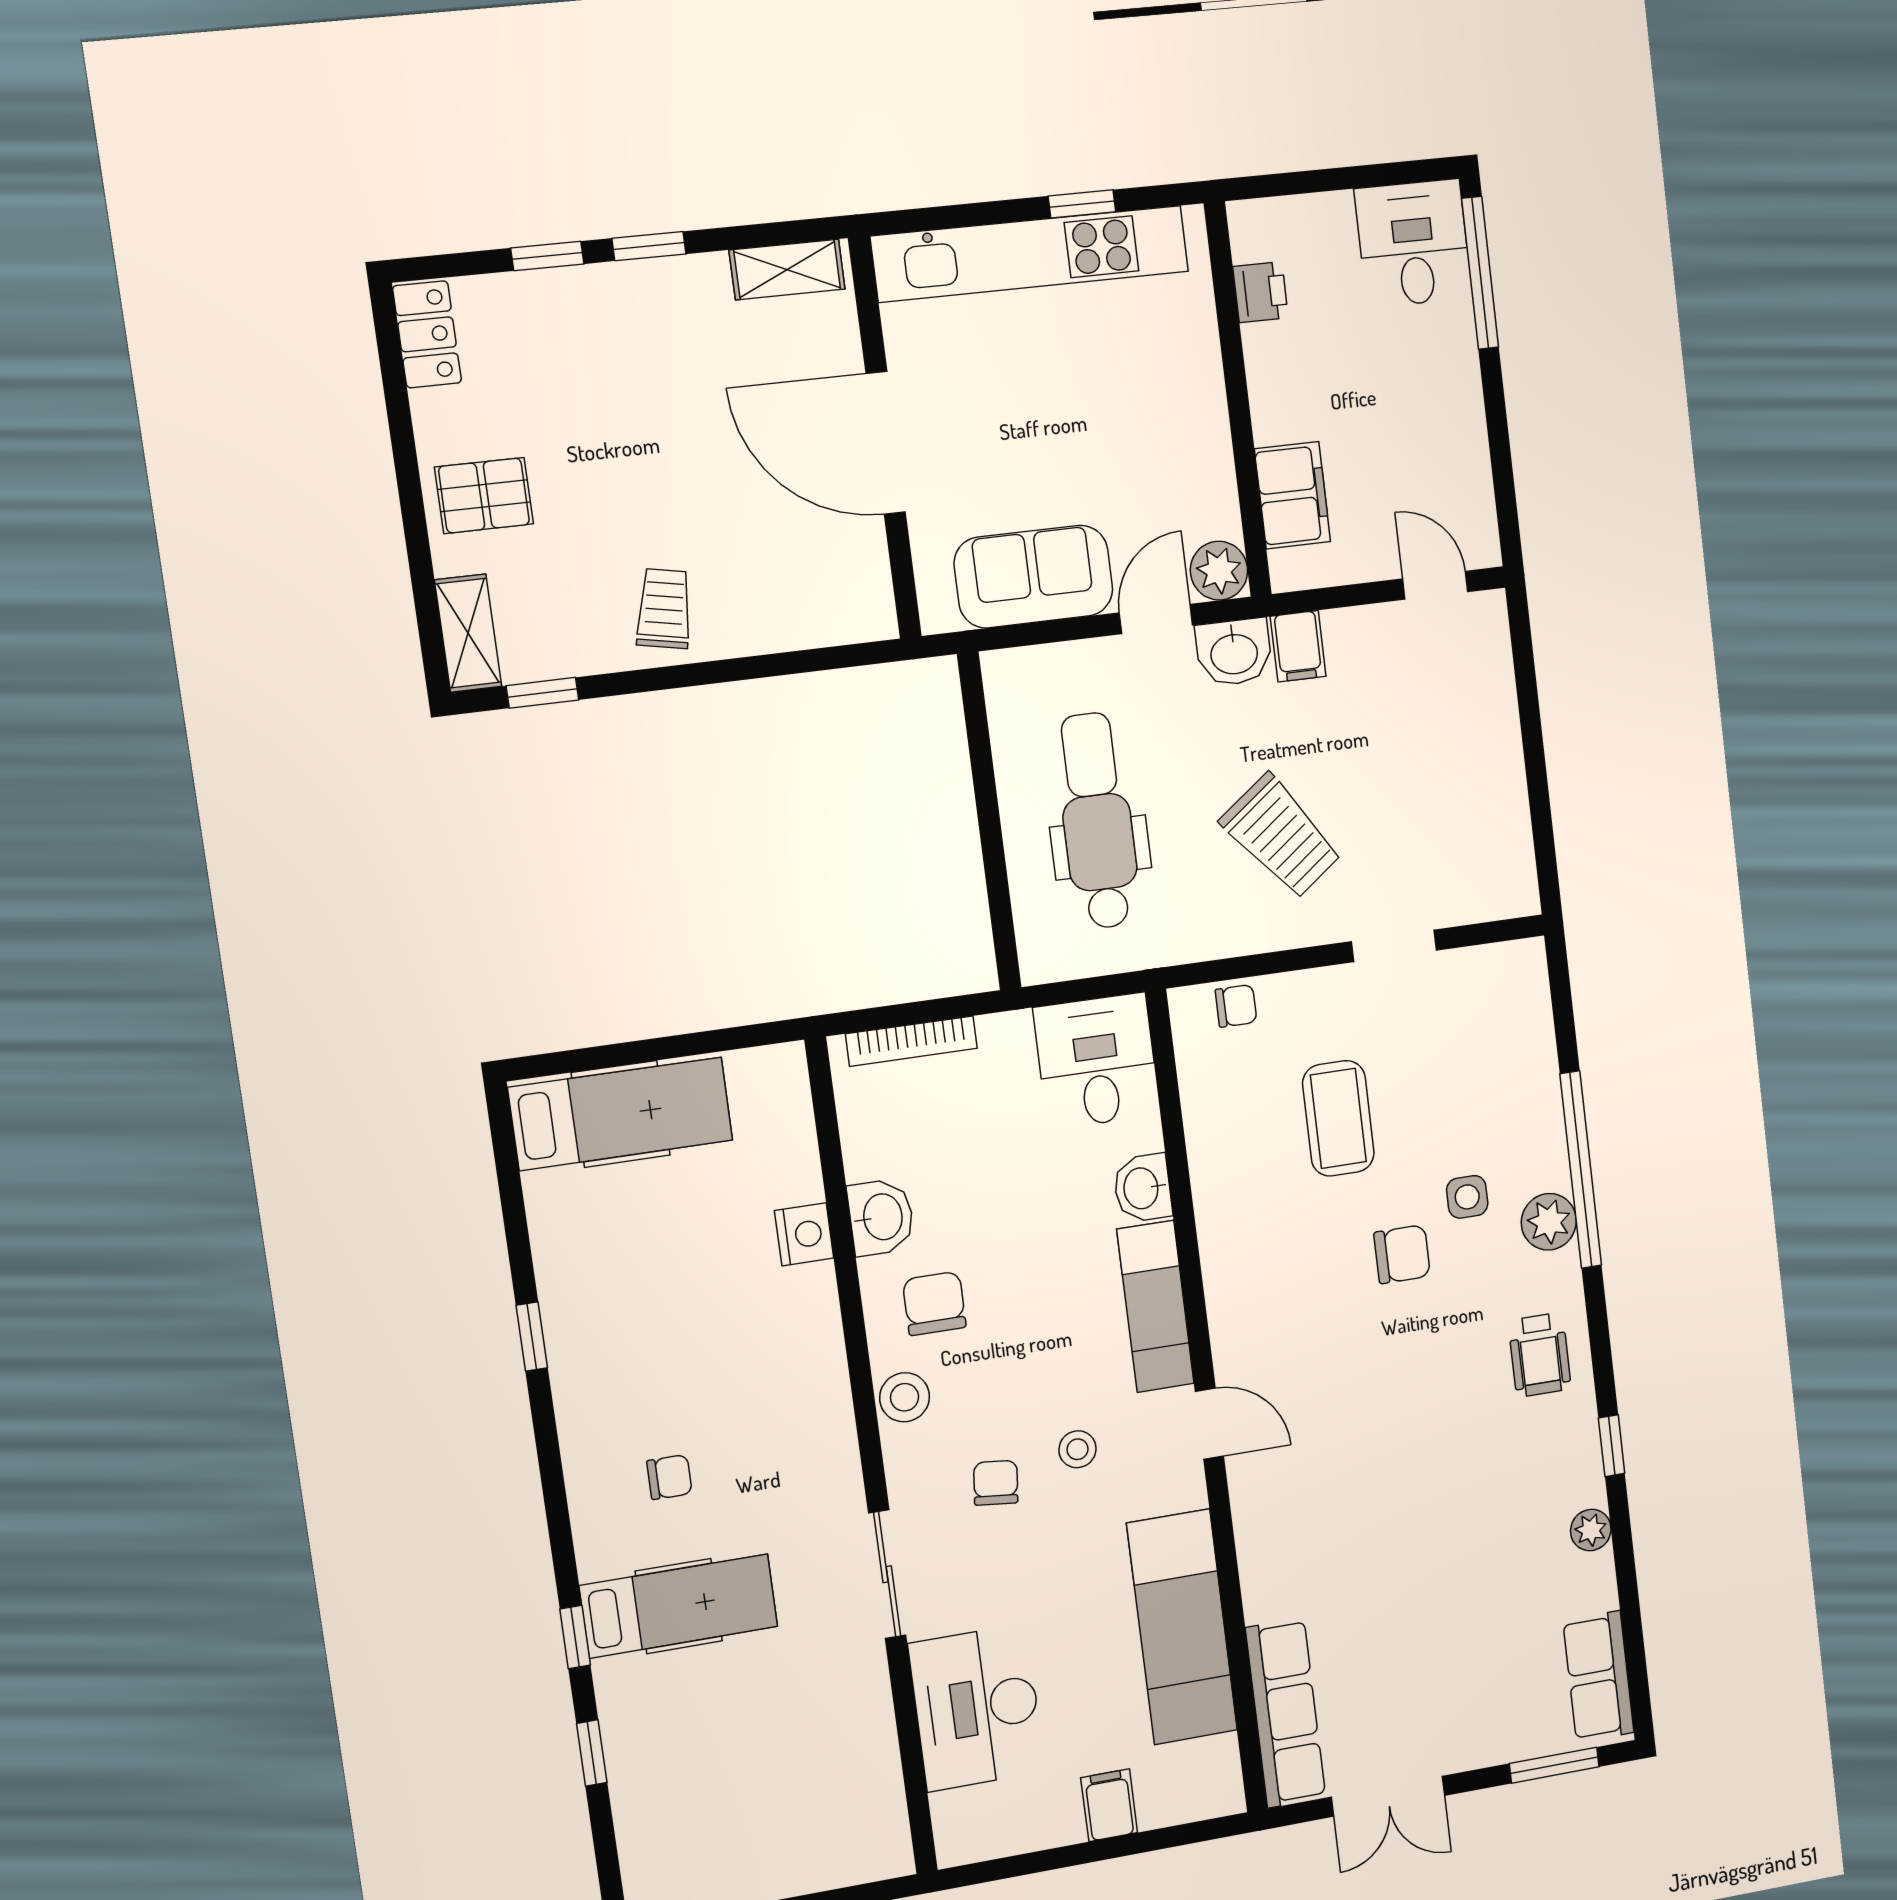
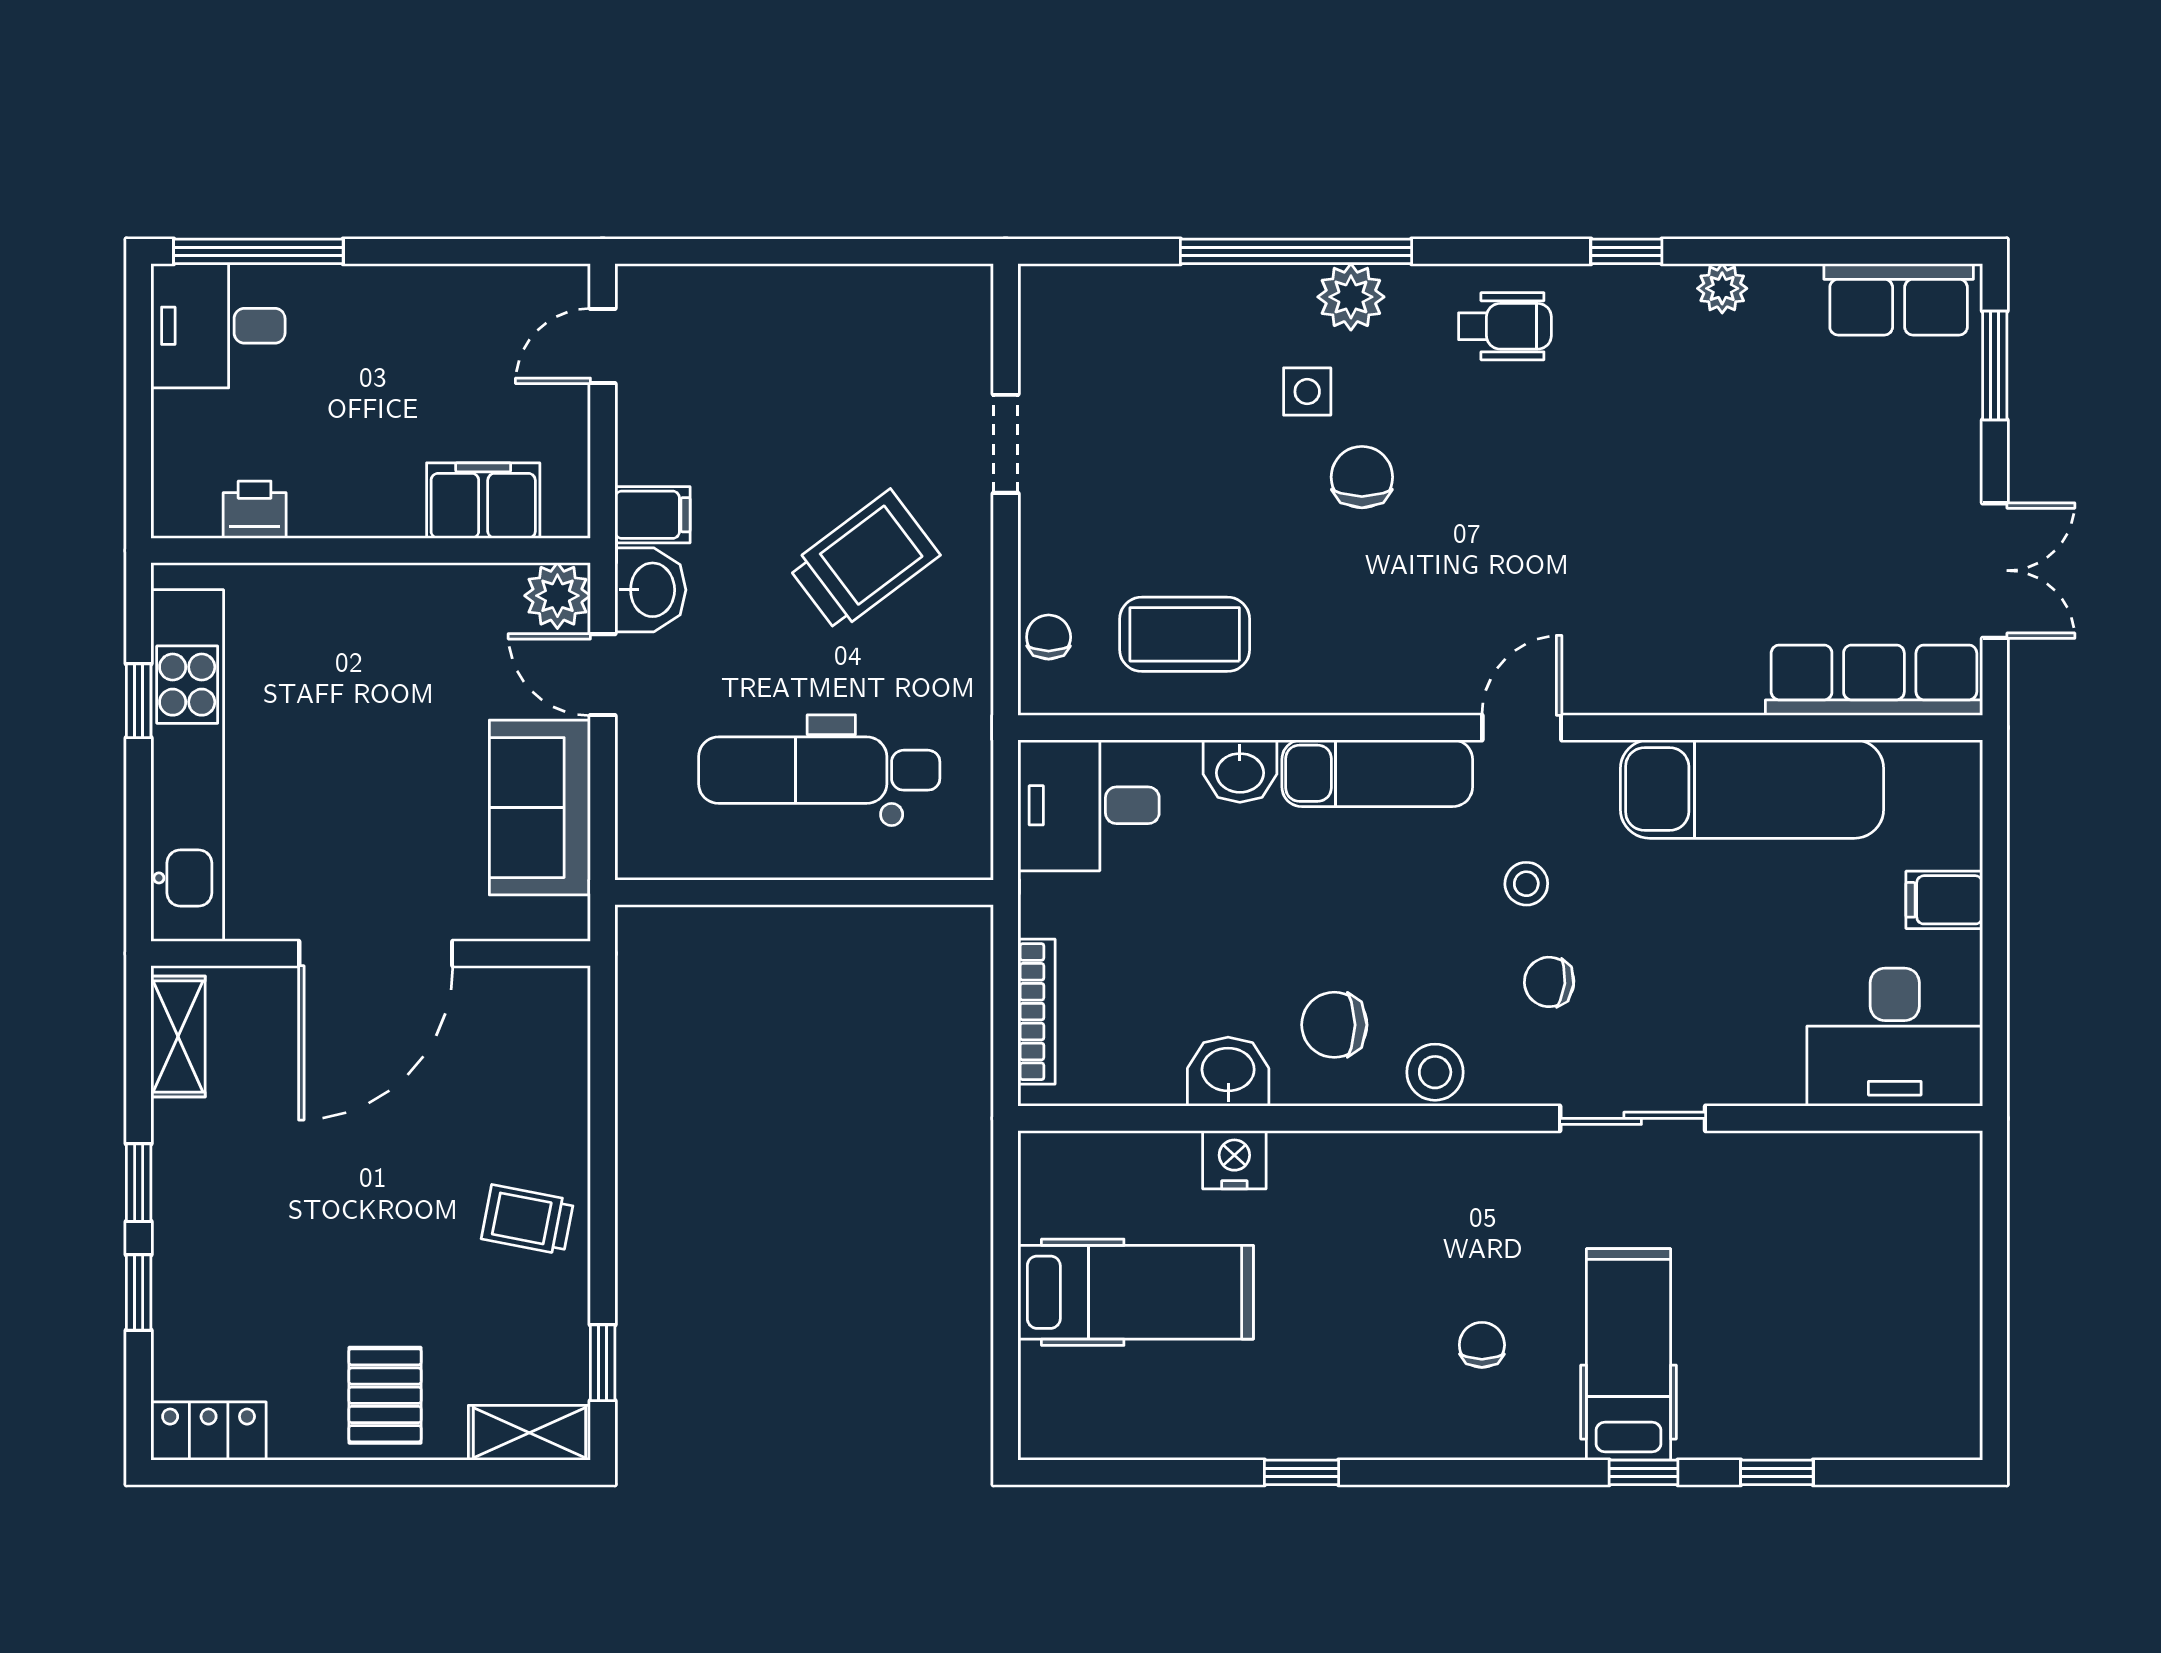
hospital bed: (621, 1114) -> (1136, 1292), moved, turned 90
coffee table: (1338, 1118) -> (1185, 634), moved
desk: (977, 1708) -> (1895, 1037), moved

